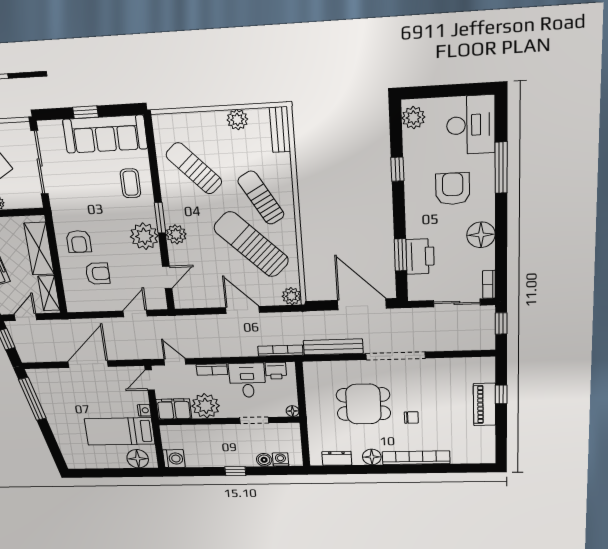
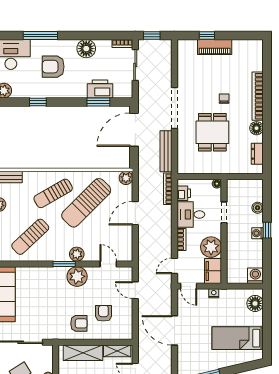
coffee table: (130, 183) -> (38, 281), removed
bed: (120, 431) -> (238, 338), moved, turned 90
washing machine: (281, 459) -> (257, 233), moved

